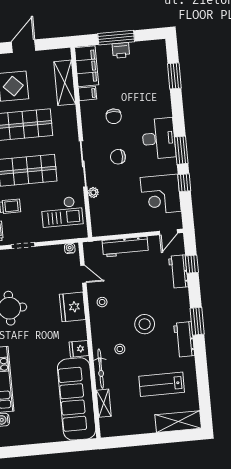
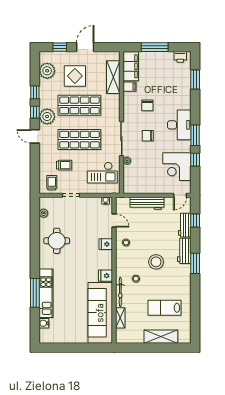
printer: (121, 50) -> (180, 57), moved
fridge: (72, 307) -> (106, 244), width x0.53, depth x0.75
workbench: (184, 339) -> (184, 251), moved
shelving: (178, 422) -> (161, 337), moved

